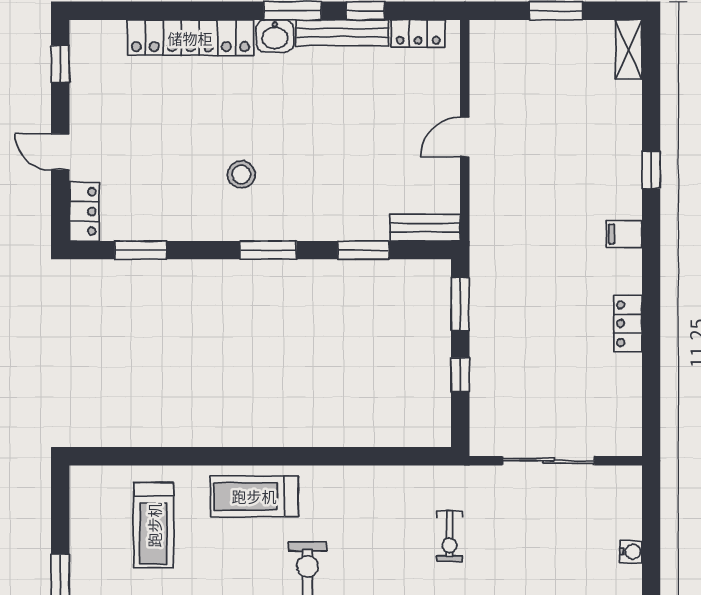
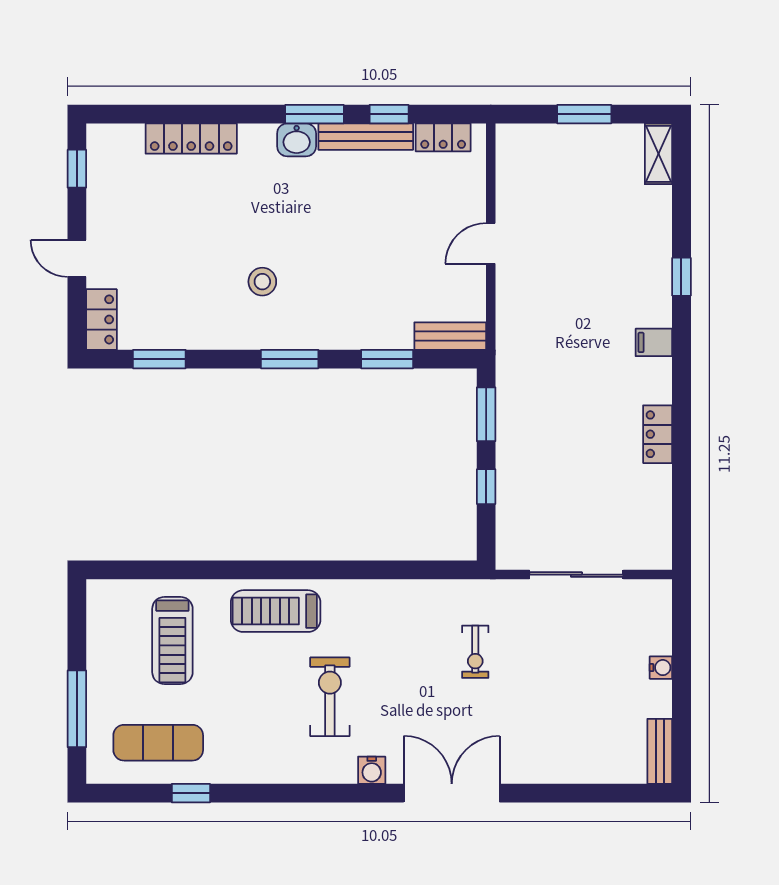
locker: (190, 38) -> (191, 139), width x0.71, depth x0.83

